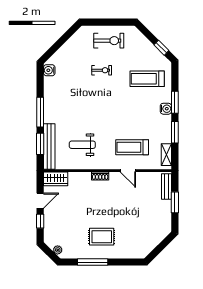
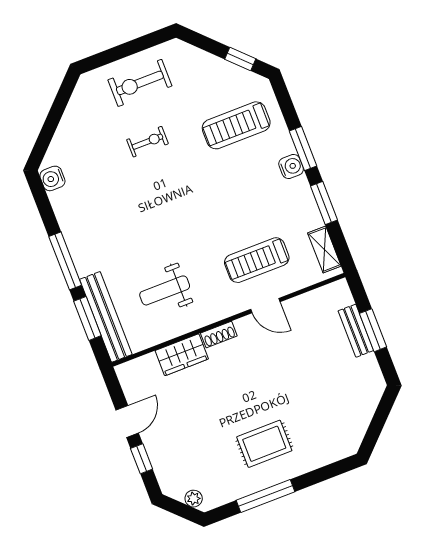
exercise bike: (109, 41) -> (140, 83), turned 180
wardrobe: (56, 179) -> (182, 355), moved
bench: (167, 187) -> (356, 331), moved

